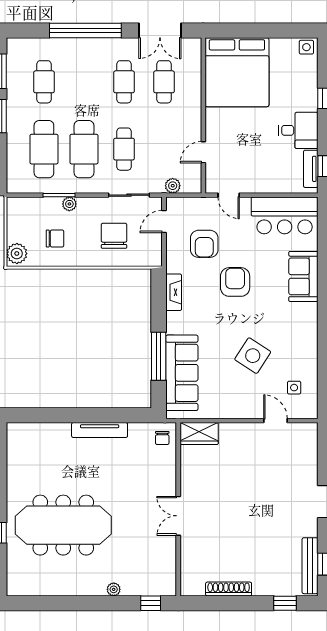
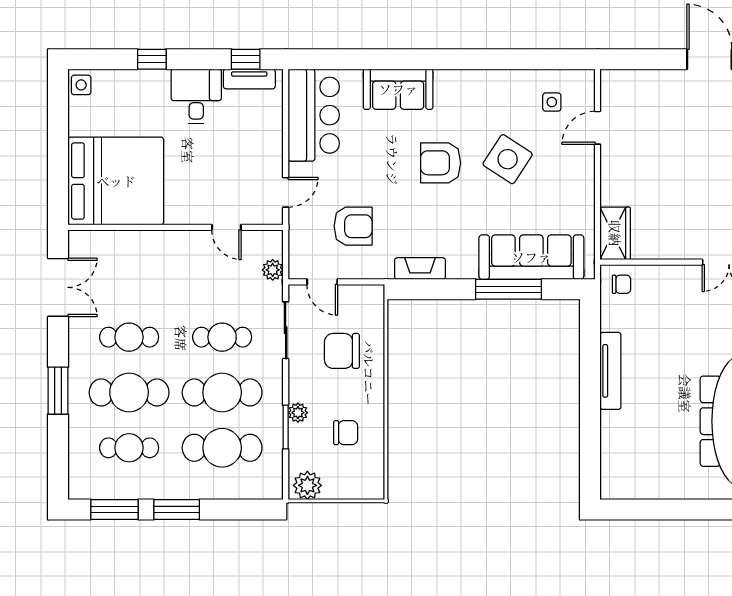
window: (85, 30) -> (58, 391), width x0.47
cafe table: (164, 82) -> (129, 392), moved, width x1.37, depth x1.35
chair: (55, 239) -> (346, 433), turned 90
plant: (17, 254) -> (307, 485), moved
armchair: (235, 282) -> (441, 163), moved

